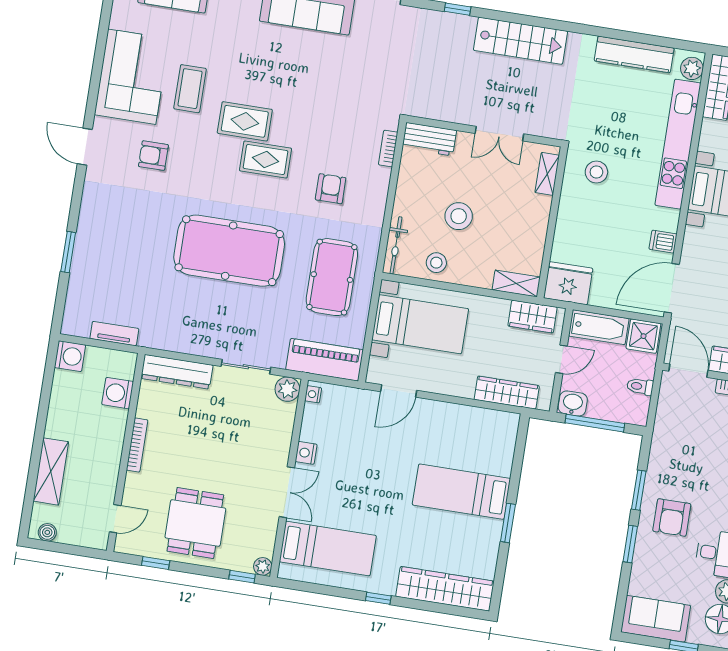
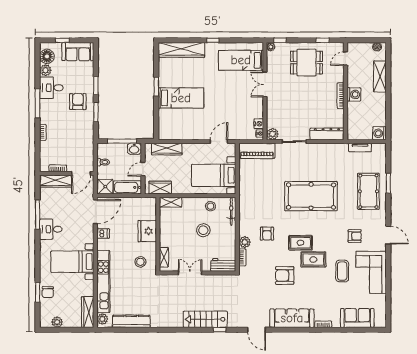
stairs: (521, 41) -> (205, 319), moved
armchair: (308, 98) -> (285, 276), added
plant: (378, 179) -> (245, 242), added
pool table: (332, 277) -> (368, 191), moved
fridge: (568, 283) -> (147, 231), moved, turned 90
door: (688, 371) -> (81, 173), hinge flipped
washing machine: (118, 393) -> (354, 94), moved
nightstand: (306, 453) -> (259, 124), moved
dining table: (195, 523) -> (307, 63), turned 90

